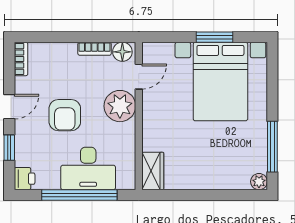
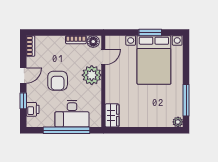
printer: (25, 179) -> (33, 109), moved

